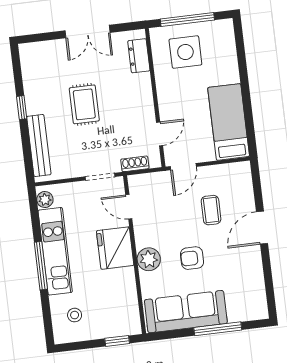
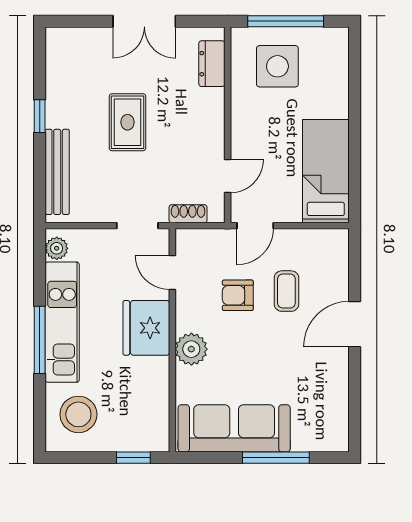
armchair: (192, 258) -> (238, 295), moved
stool: (75, 315) -> (78, 414), width x1.89, depth x1.89

